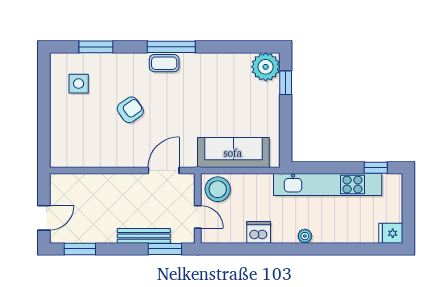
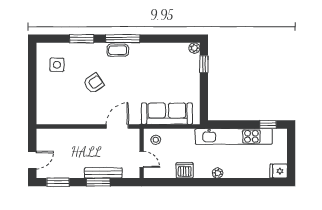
window: (96, 47) -> (82, 39), moved
plant: (266, 67) -> (194, 48), width x0.53, depth x0.53
stool: (218, 189) -> (156, 140), width x0.53, depth x0.53
window: (165, 249) -> (98, 182), moved

